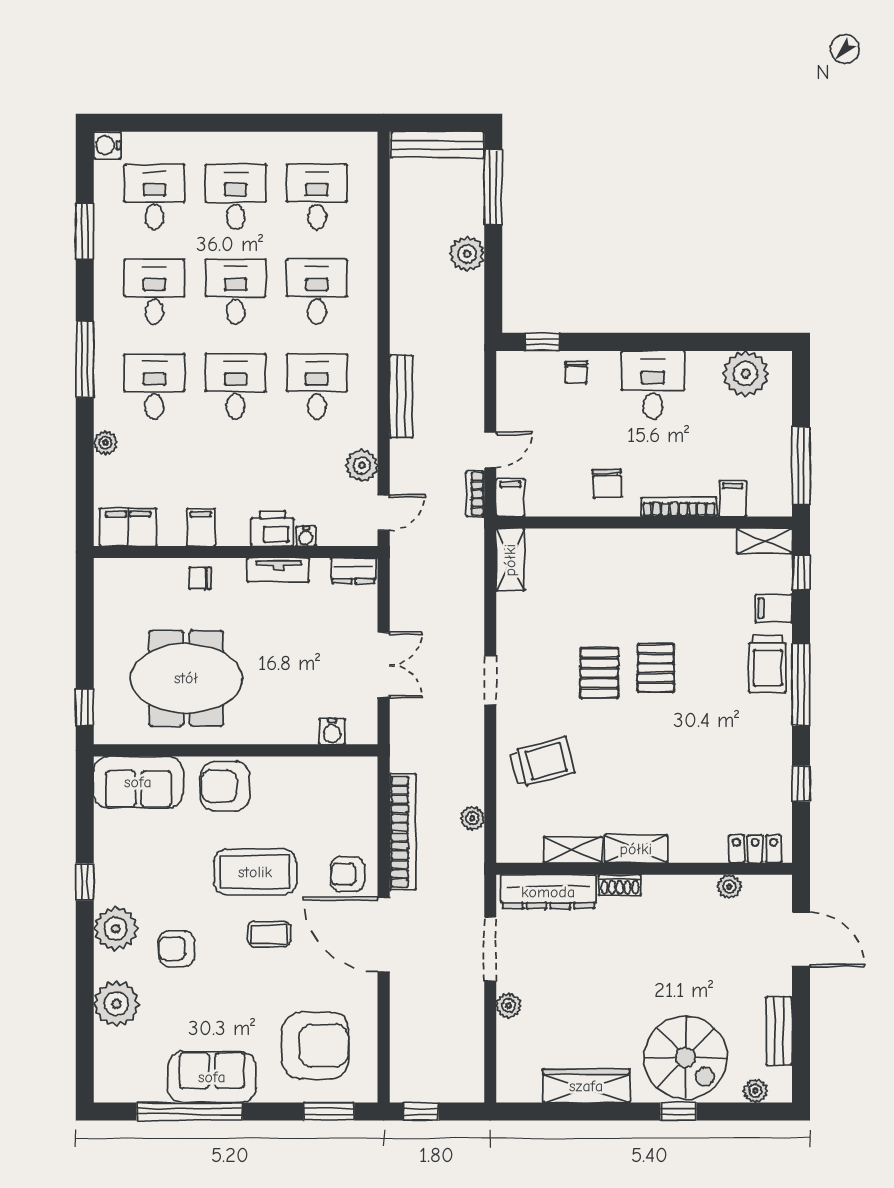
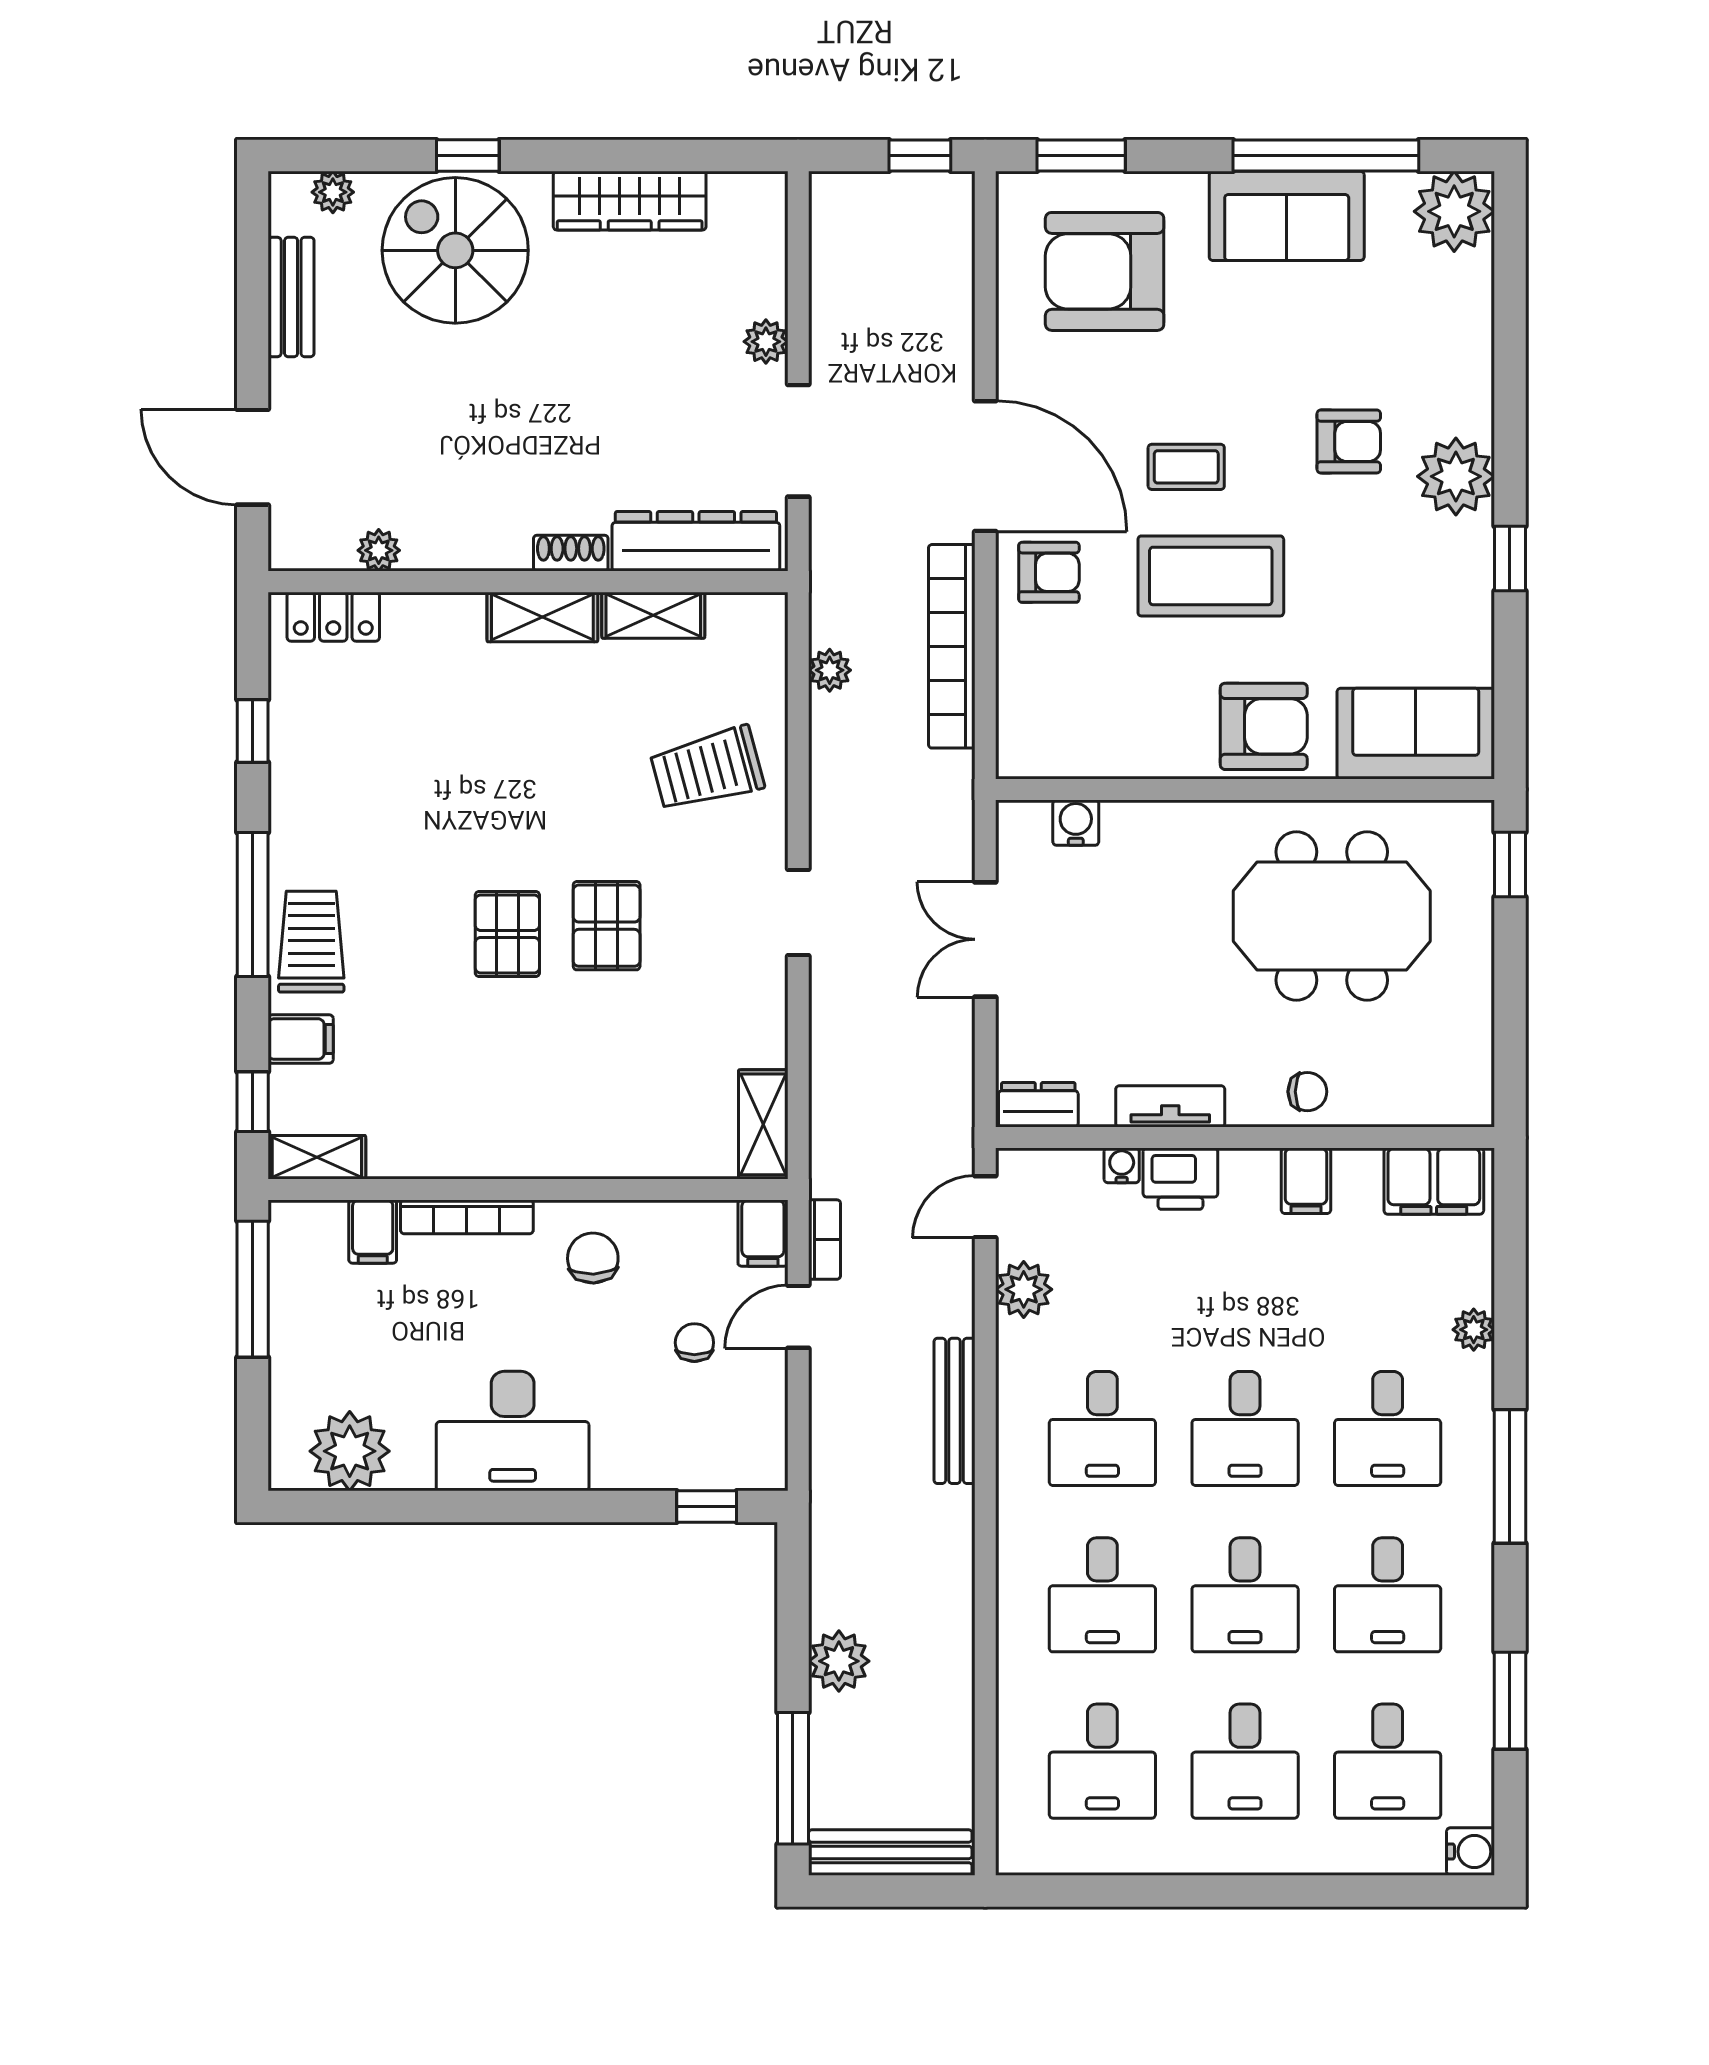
chair: (576, 372) -> (694, 1343), moved
desk: (653, 385) -> (513, 1431), width x1.37
plant: (116, 1004) -> (1454, 211), moved

